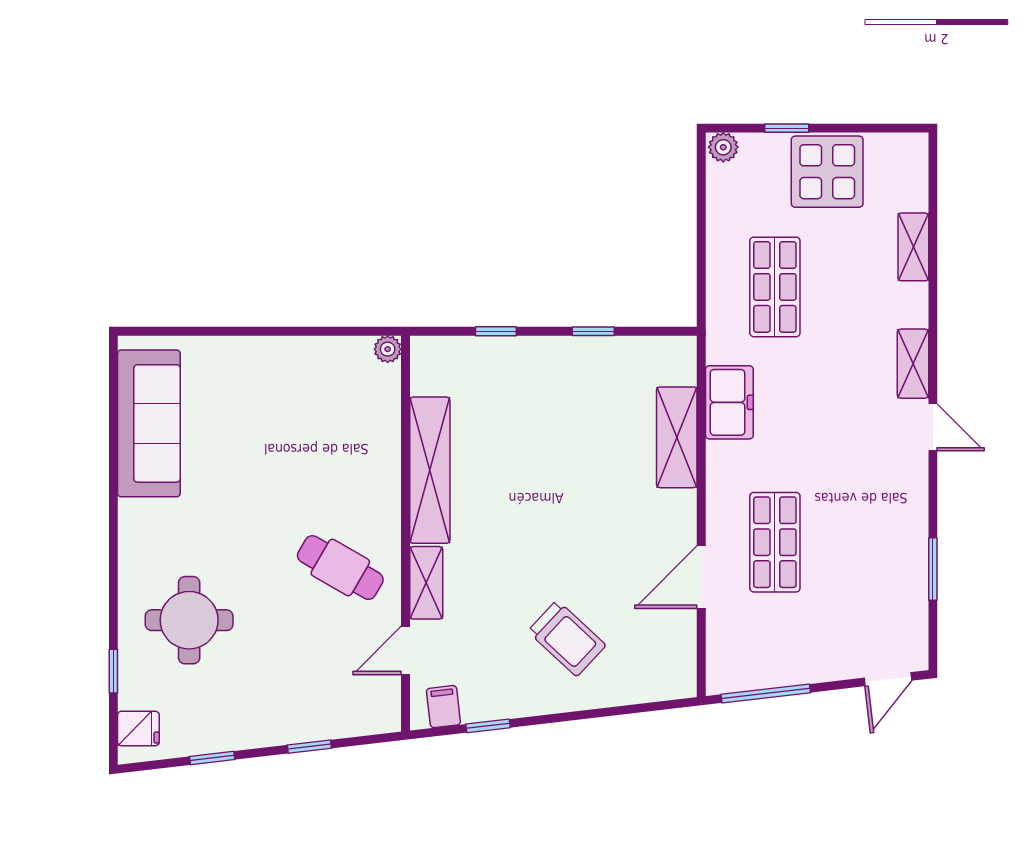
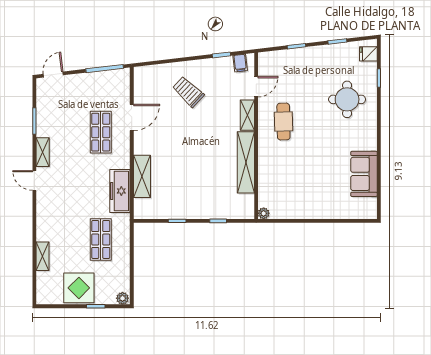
shelving: (913, 364) -> (43, 152), moved
freezer: (729, 402) -> (120, 191), width x1.40
sofa: (149, 423) -> (364, 174), width x0.73
cafe table: (340, 568) -> (283, 122), turned 59

